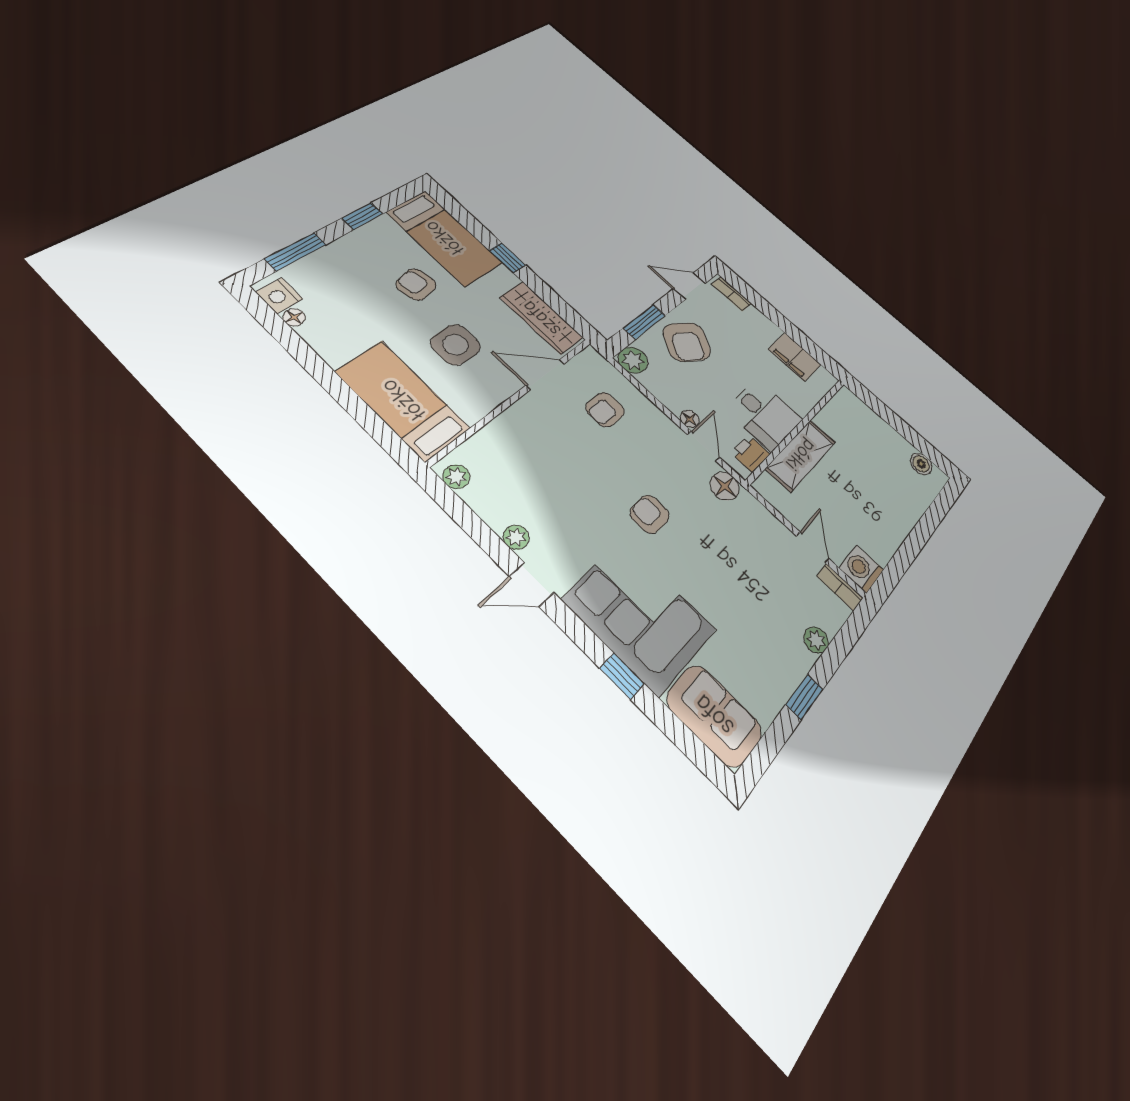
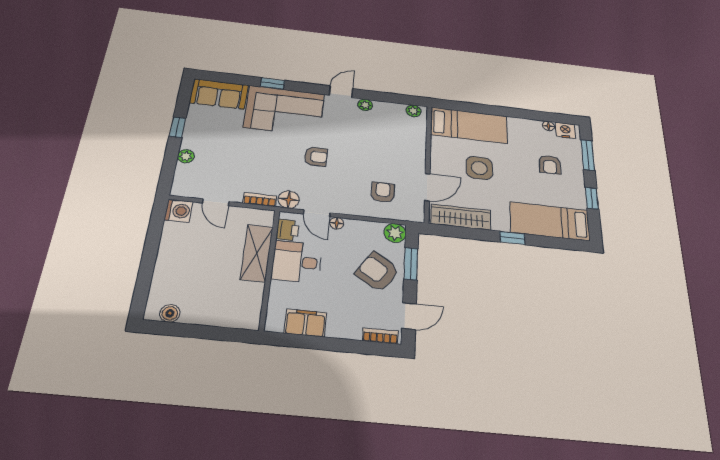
armchair: (416, 284) -> (550, 165), moved, turned 100
bookcase: (840, 587) -> (260, 200), moved

